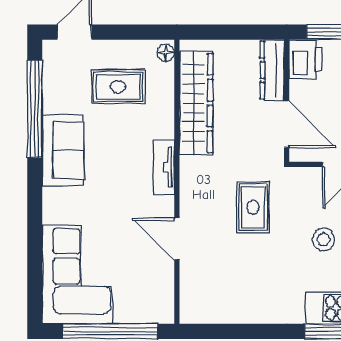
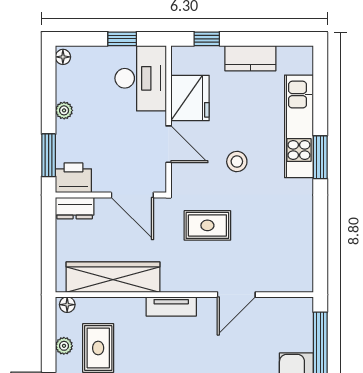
plant: (120, 49) -> (64, 346), added
dresser: (272, 70) -> (75, 208), width x0.70
door: (287, 124) -> (132, 195), swing flipped

